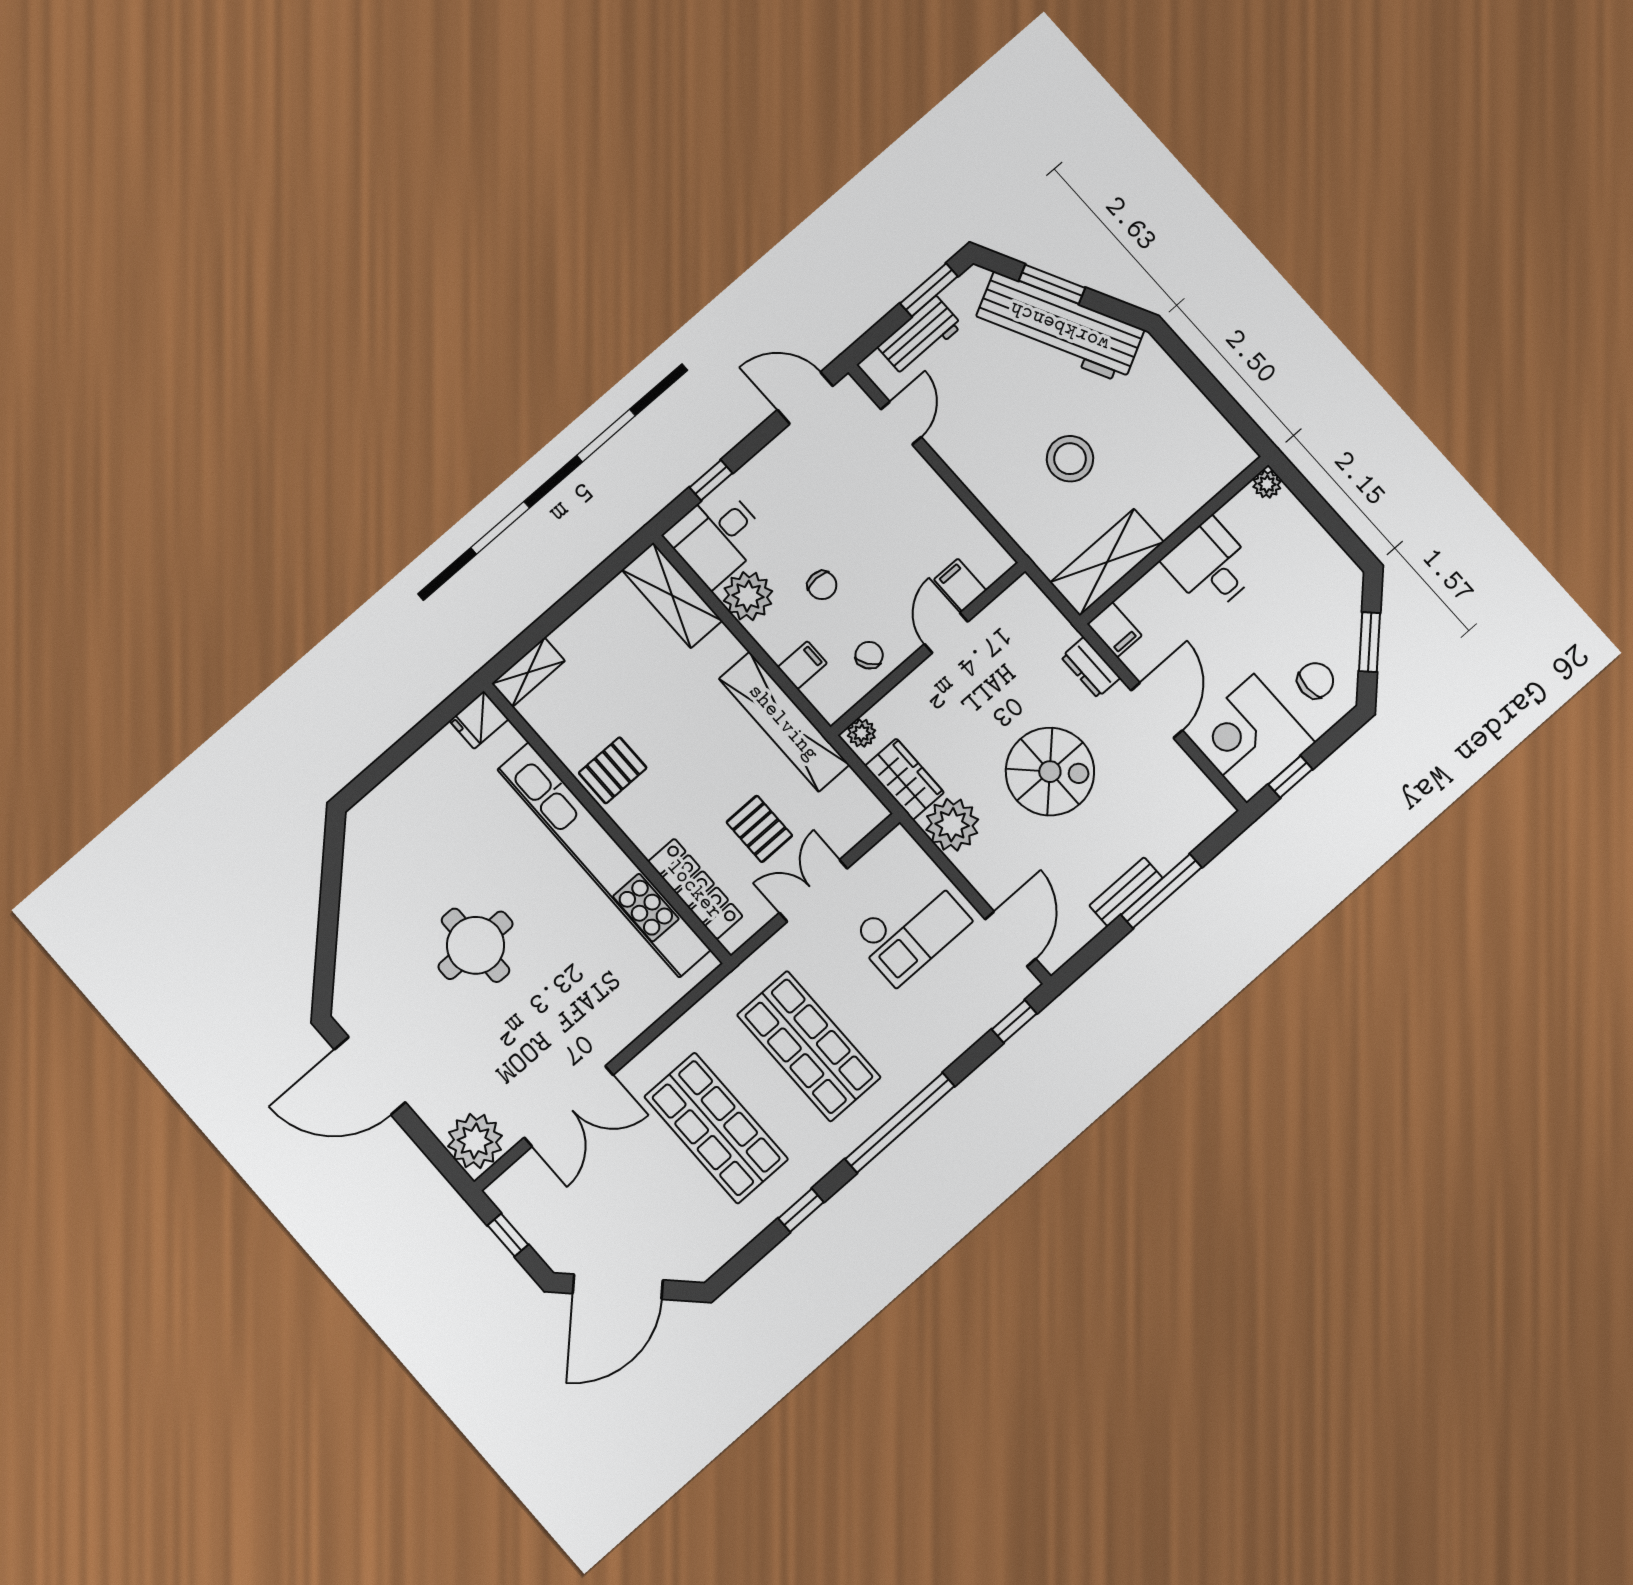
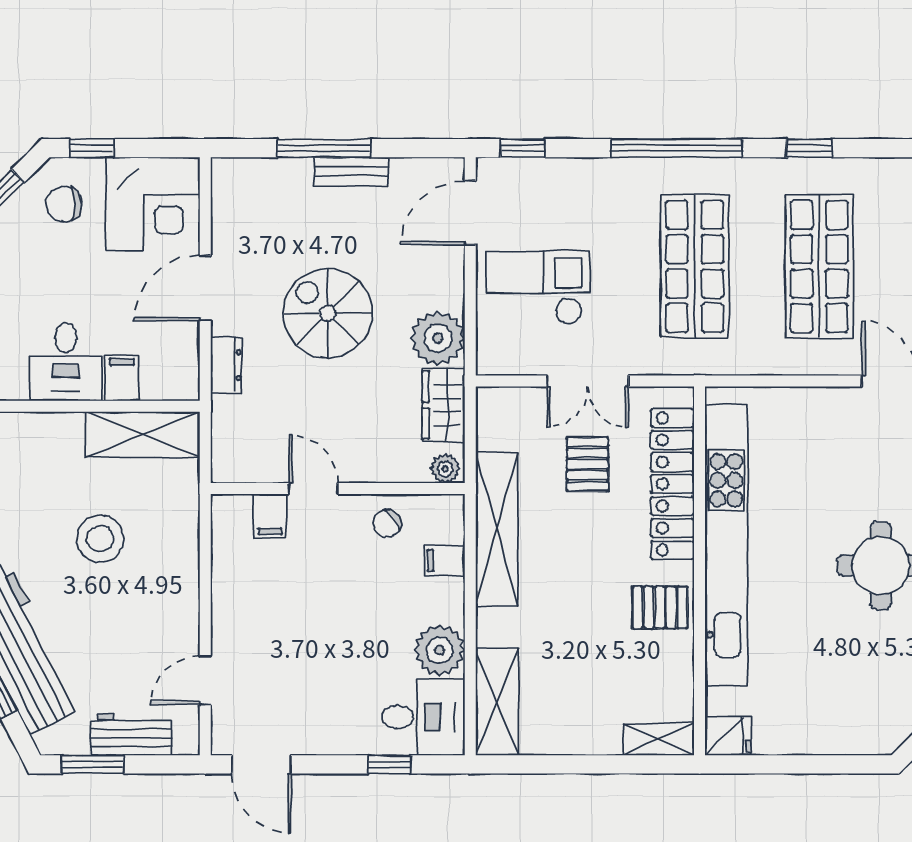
chair: (822, 585) -> (376, 609), removed
filing cabinet: (1114, 630) -> (122, 378), moved
door: (946, 633) -> (313, 489), swing flipped
window: (1290, 777) -> (92, 148), moved
locker: (695, 889) -> (672, 484), width x1.41, depth x1.21

